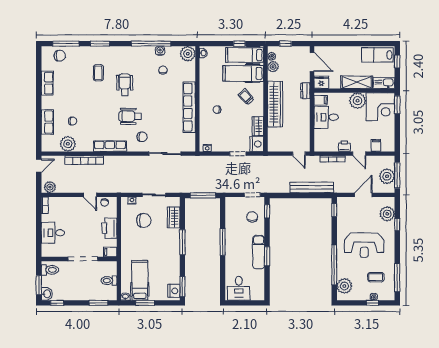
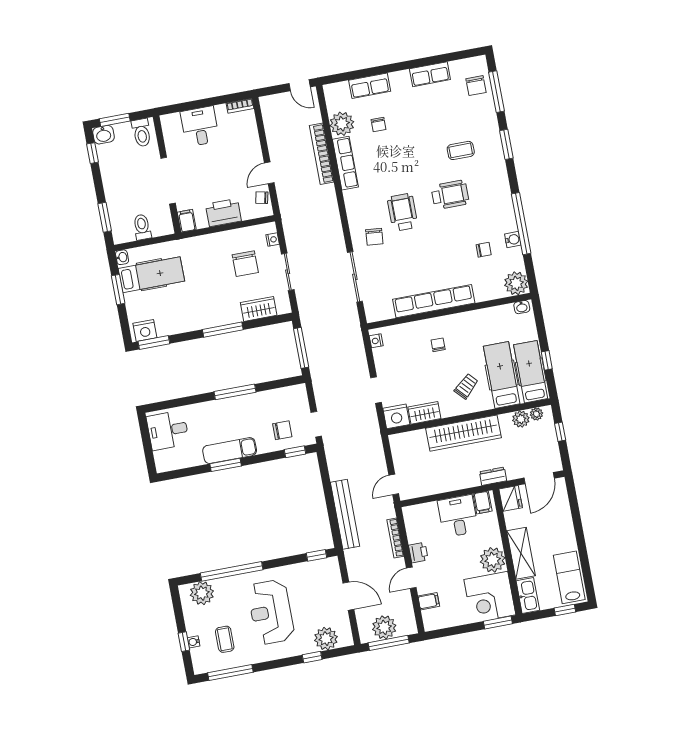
row of seats: (110, 146) -> (345, 163), moved
plant: (50, 187) -> (270, 109), removed

